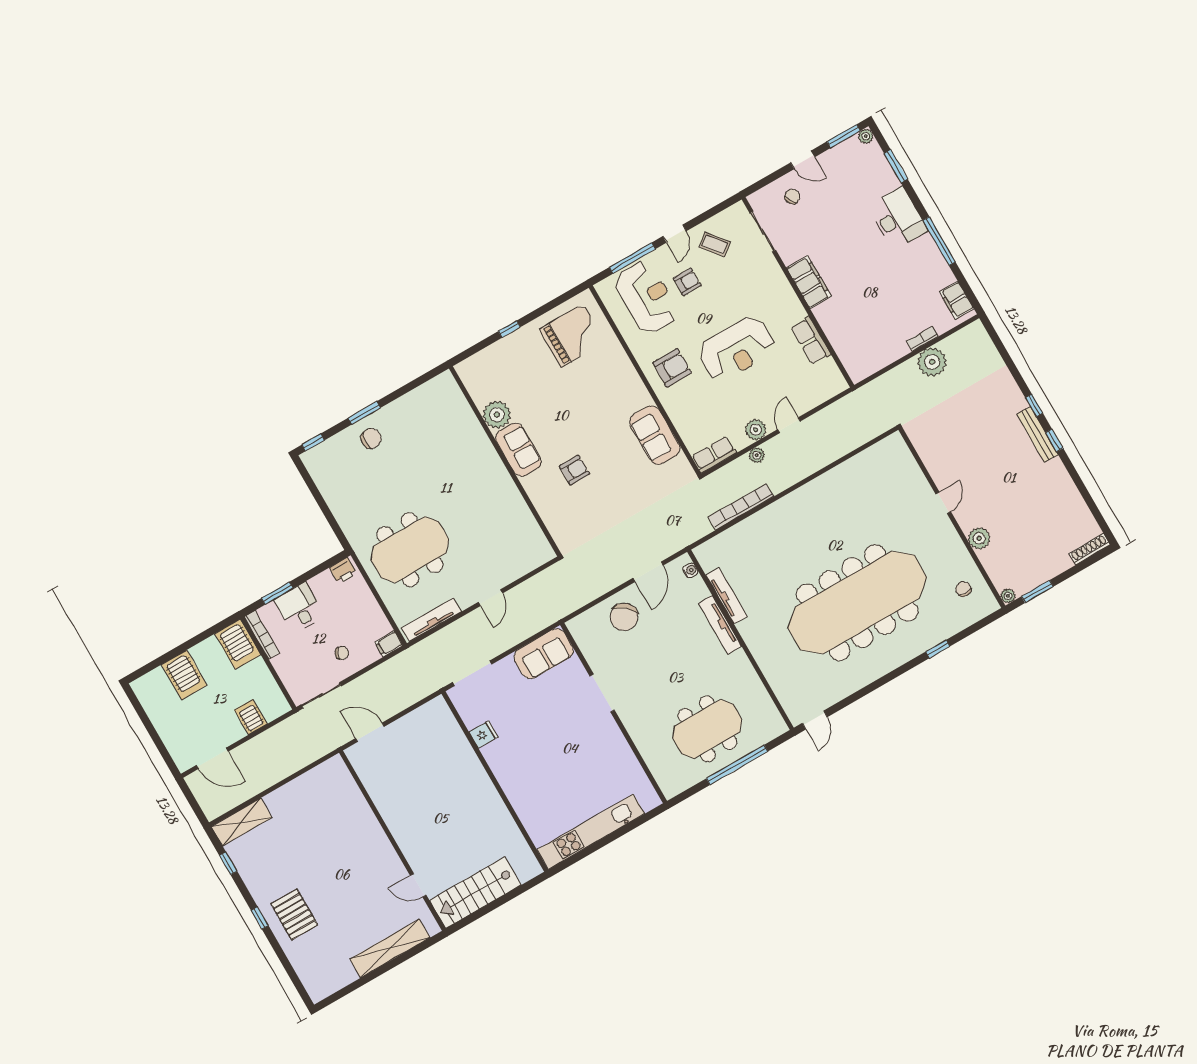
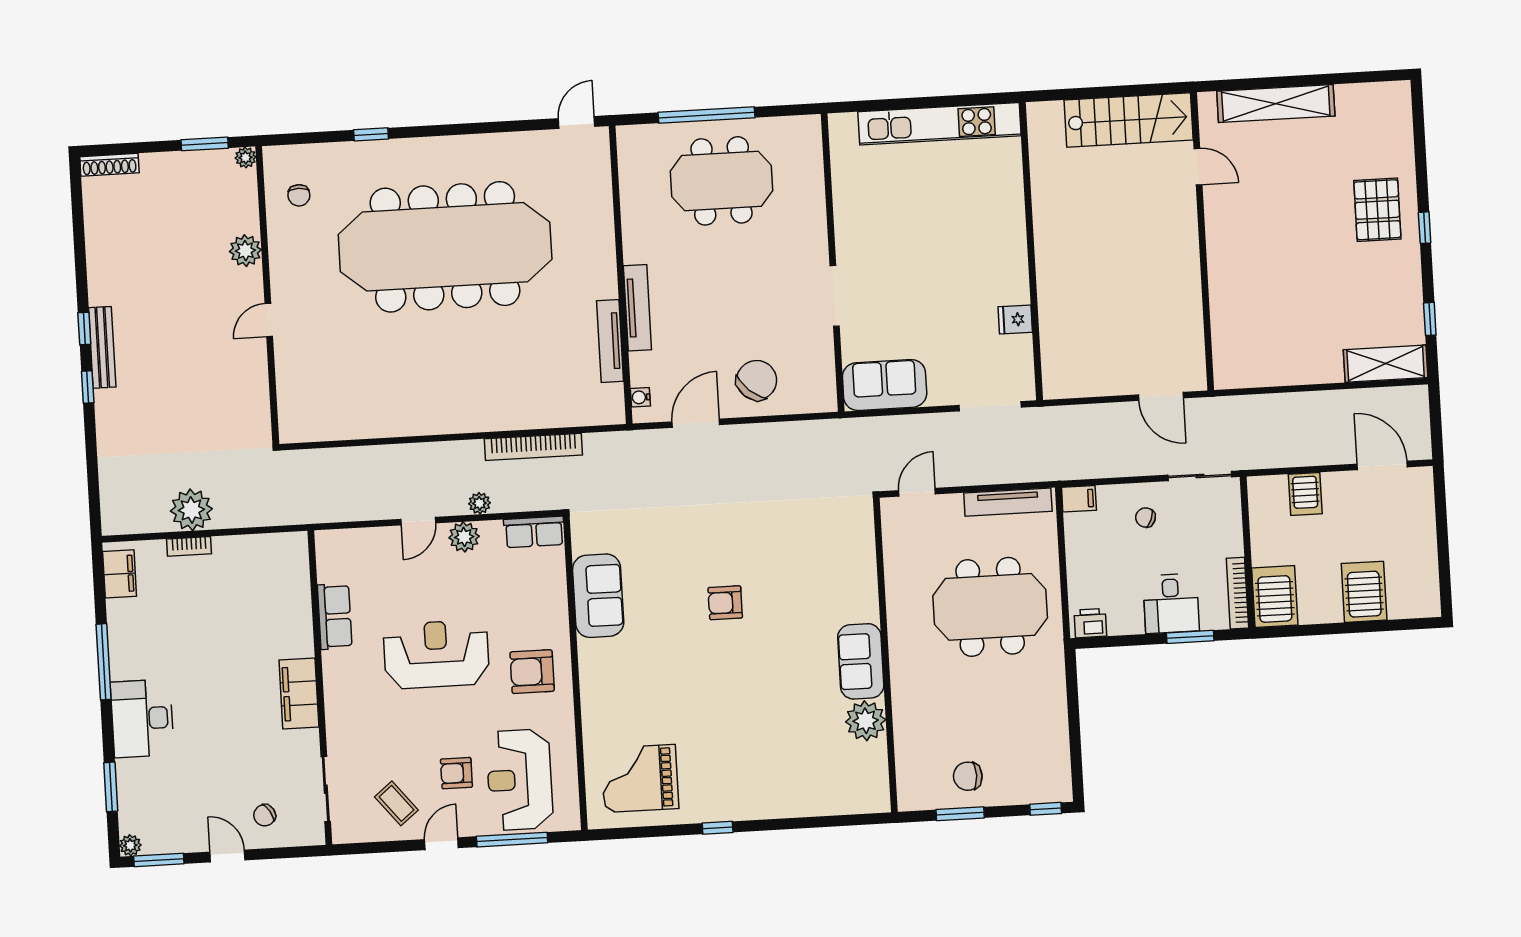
plant: (497, 415) -> (866, 721), moved
sofa: (518, 450) -> (861, 661), moved
wall: (505, 461) -> (885, 655), moved

